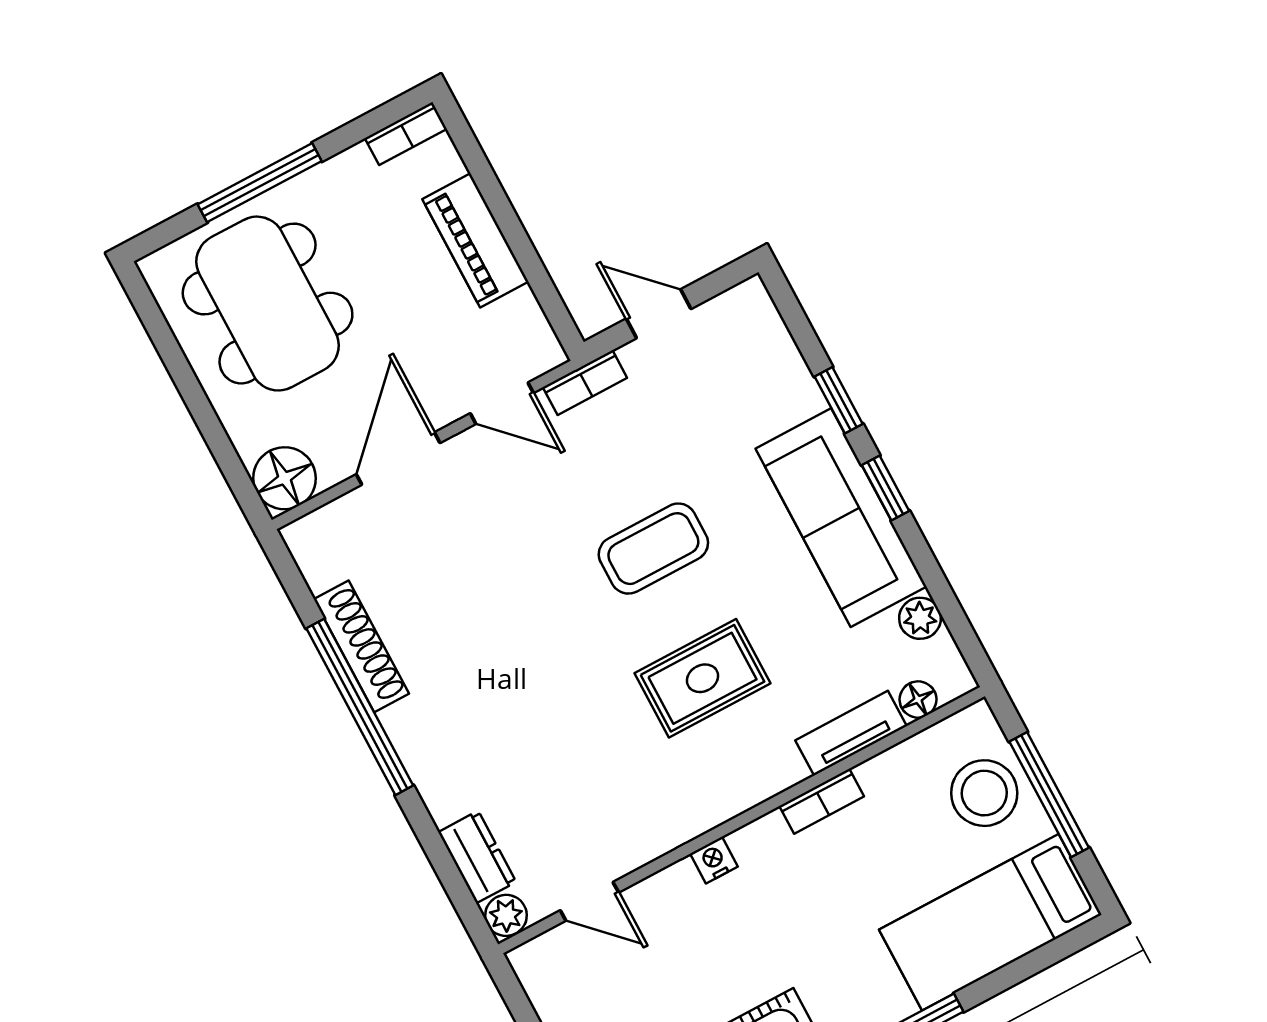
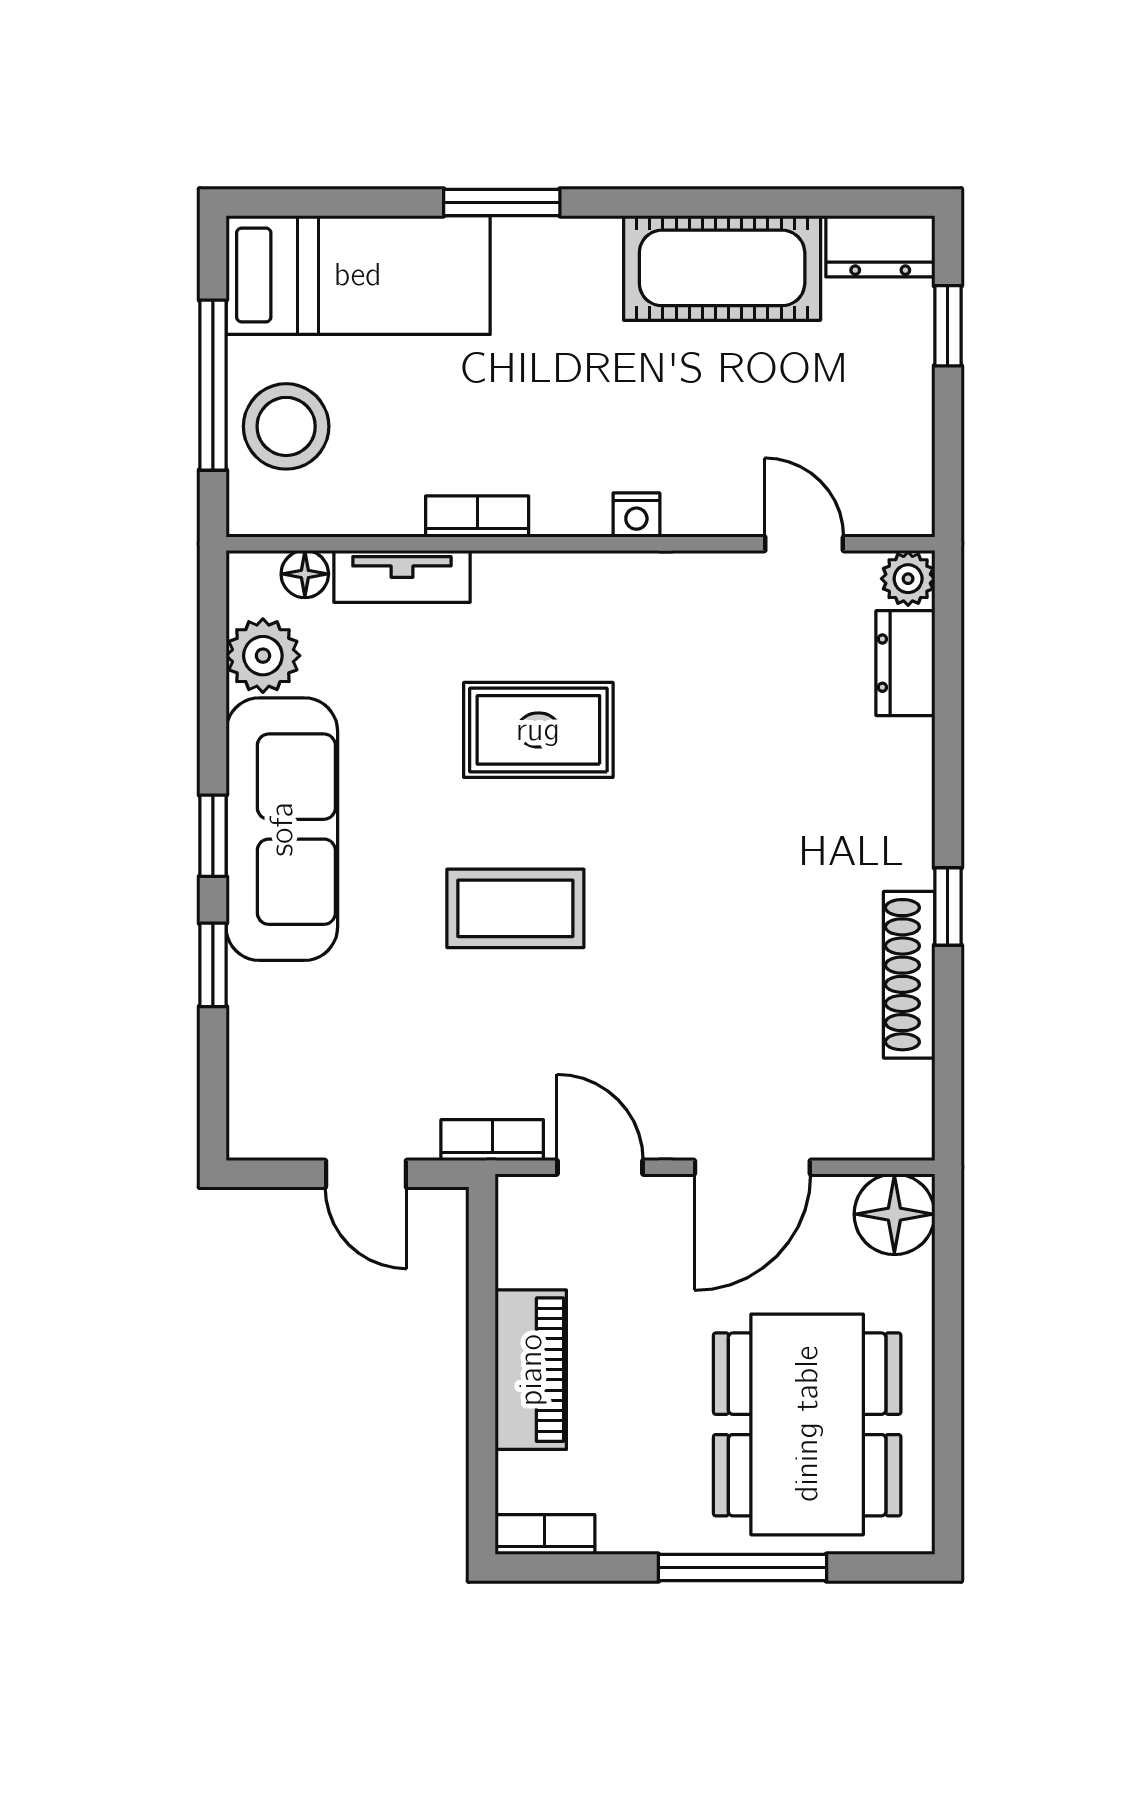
plant: (920, 618) -> (263, 656), width x1.38, depth x1.38
window: (360, 707) -> (948, 907), width x0.32

